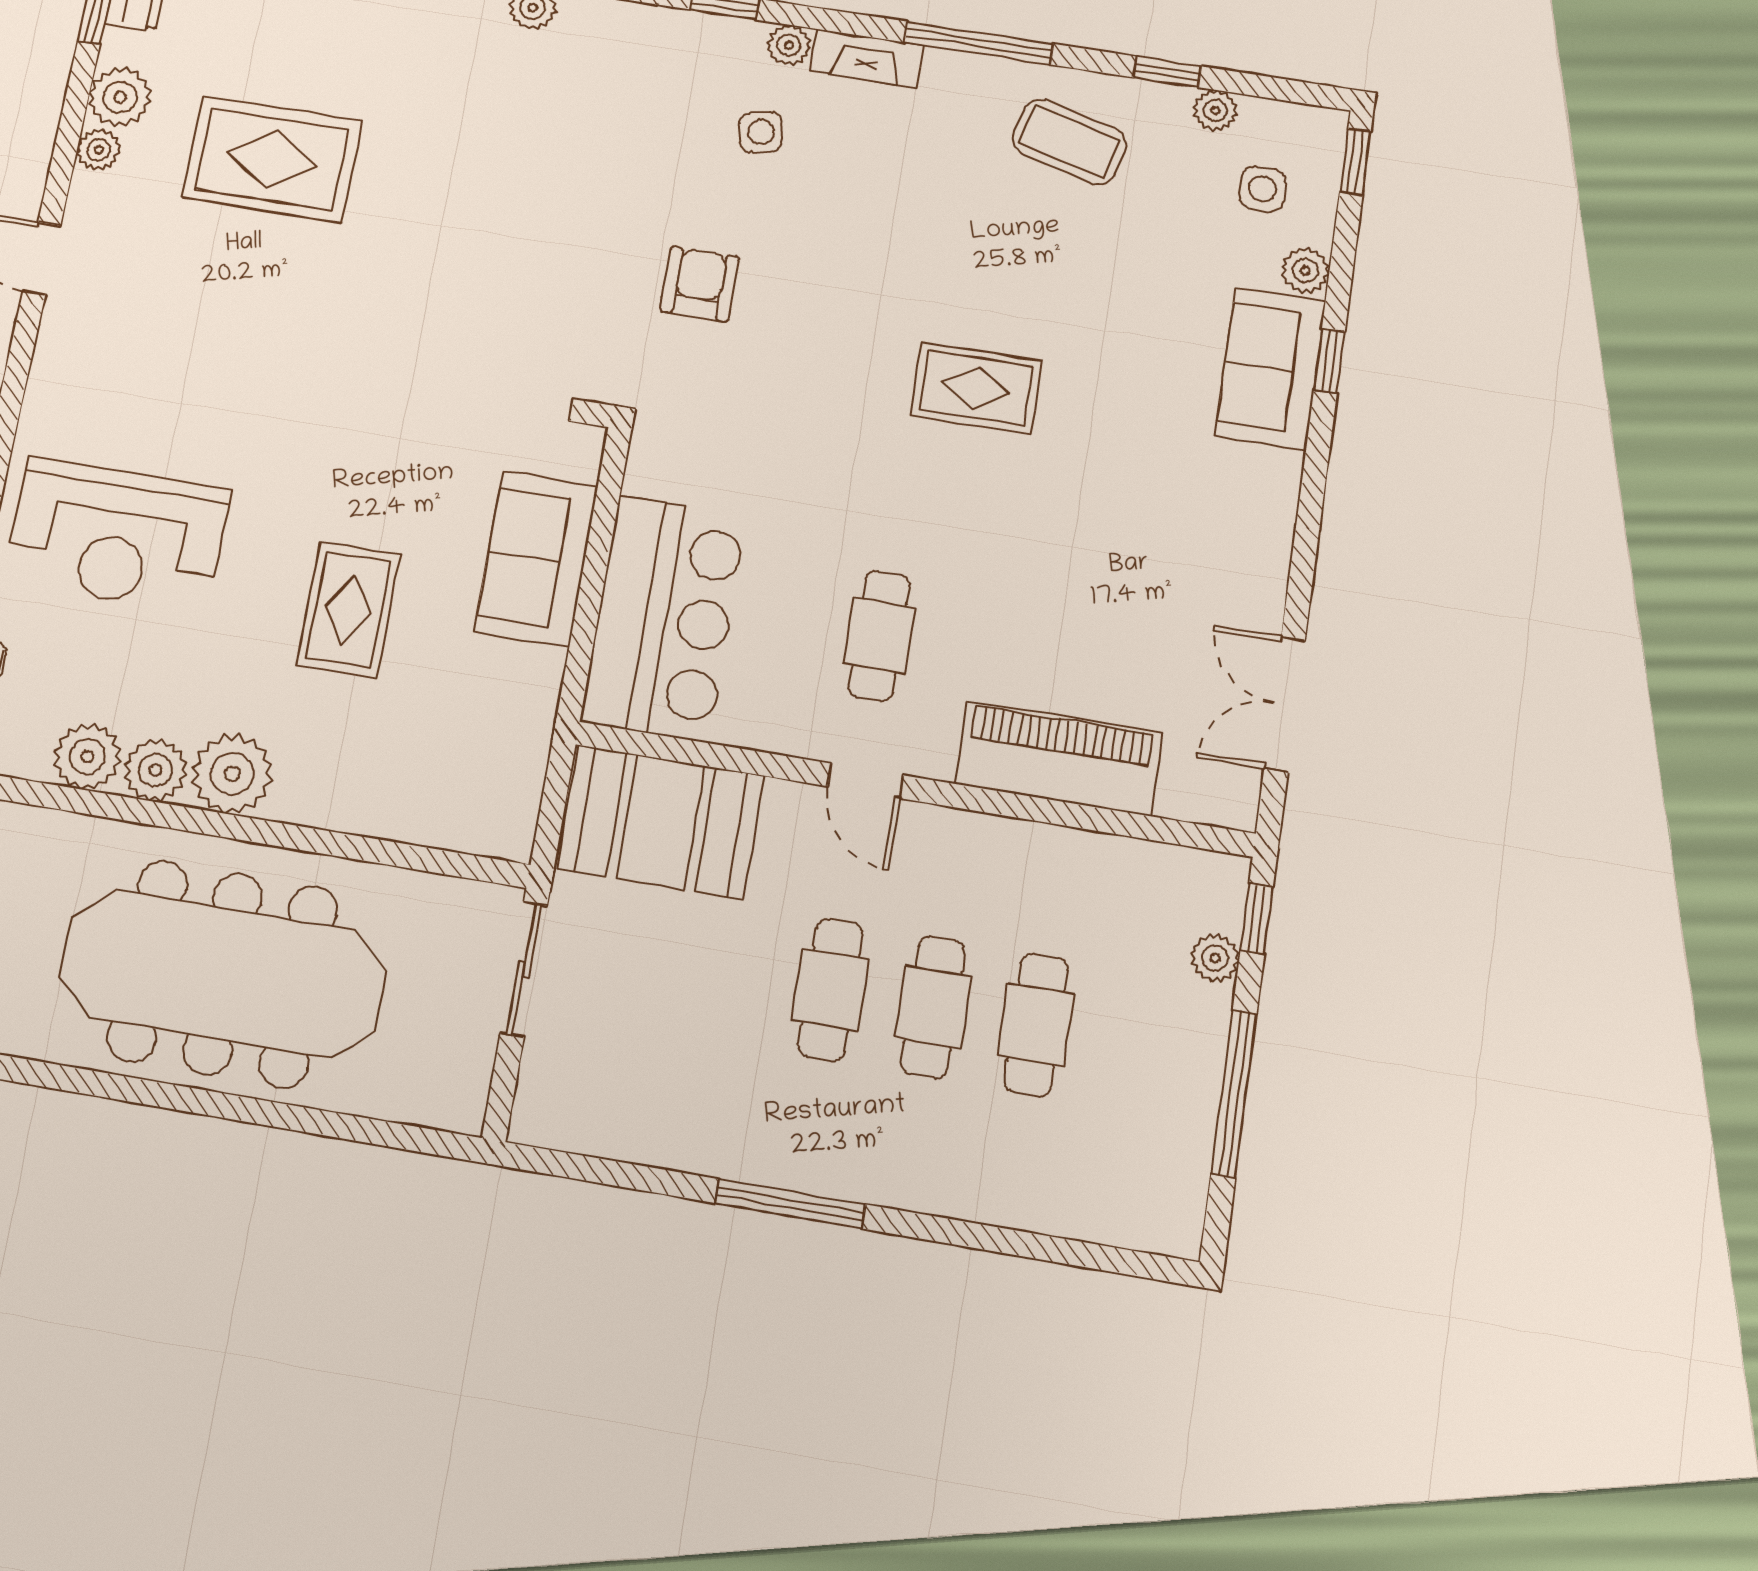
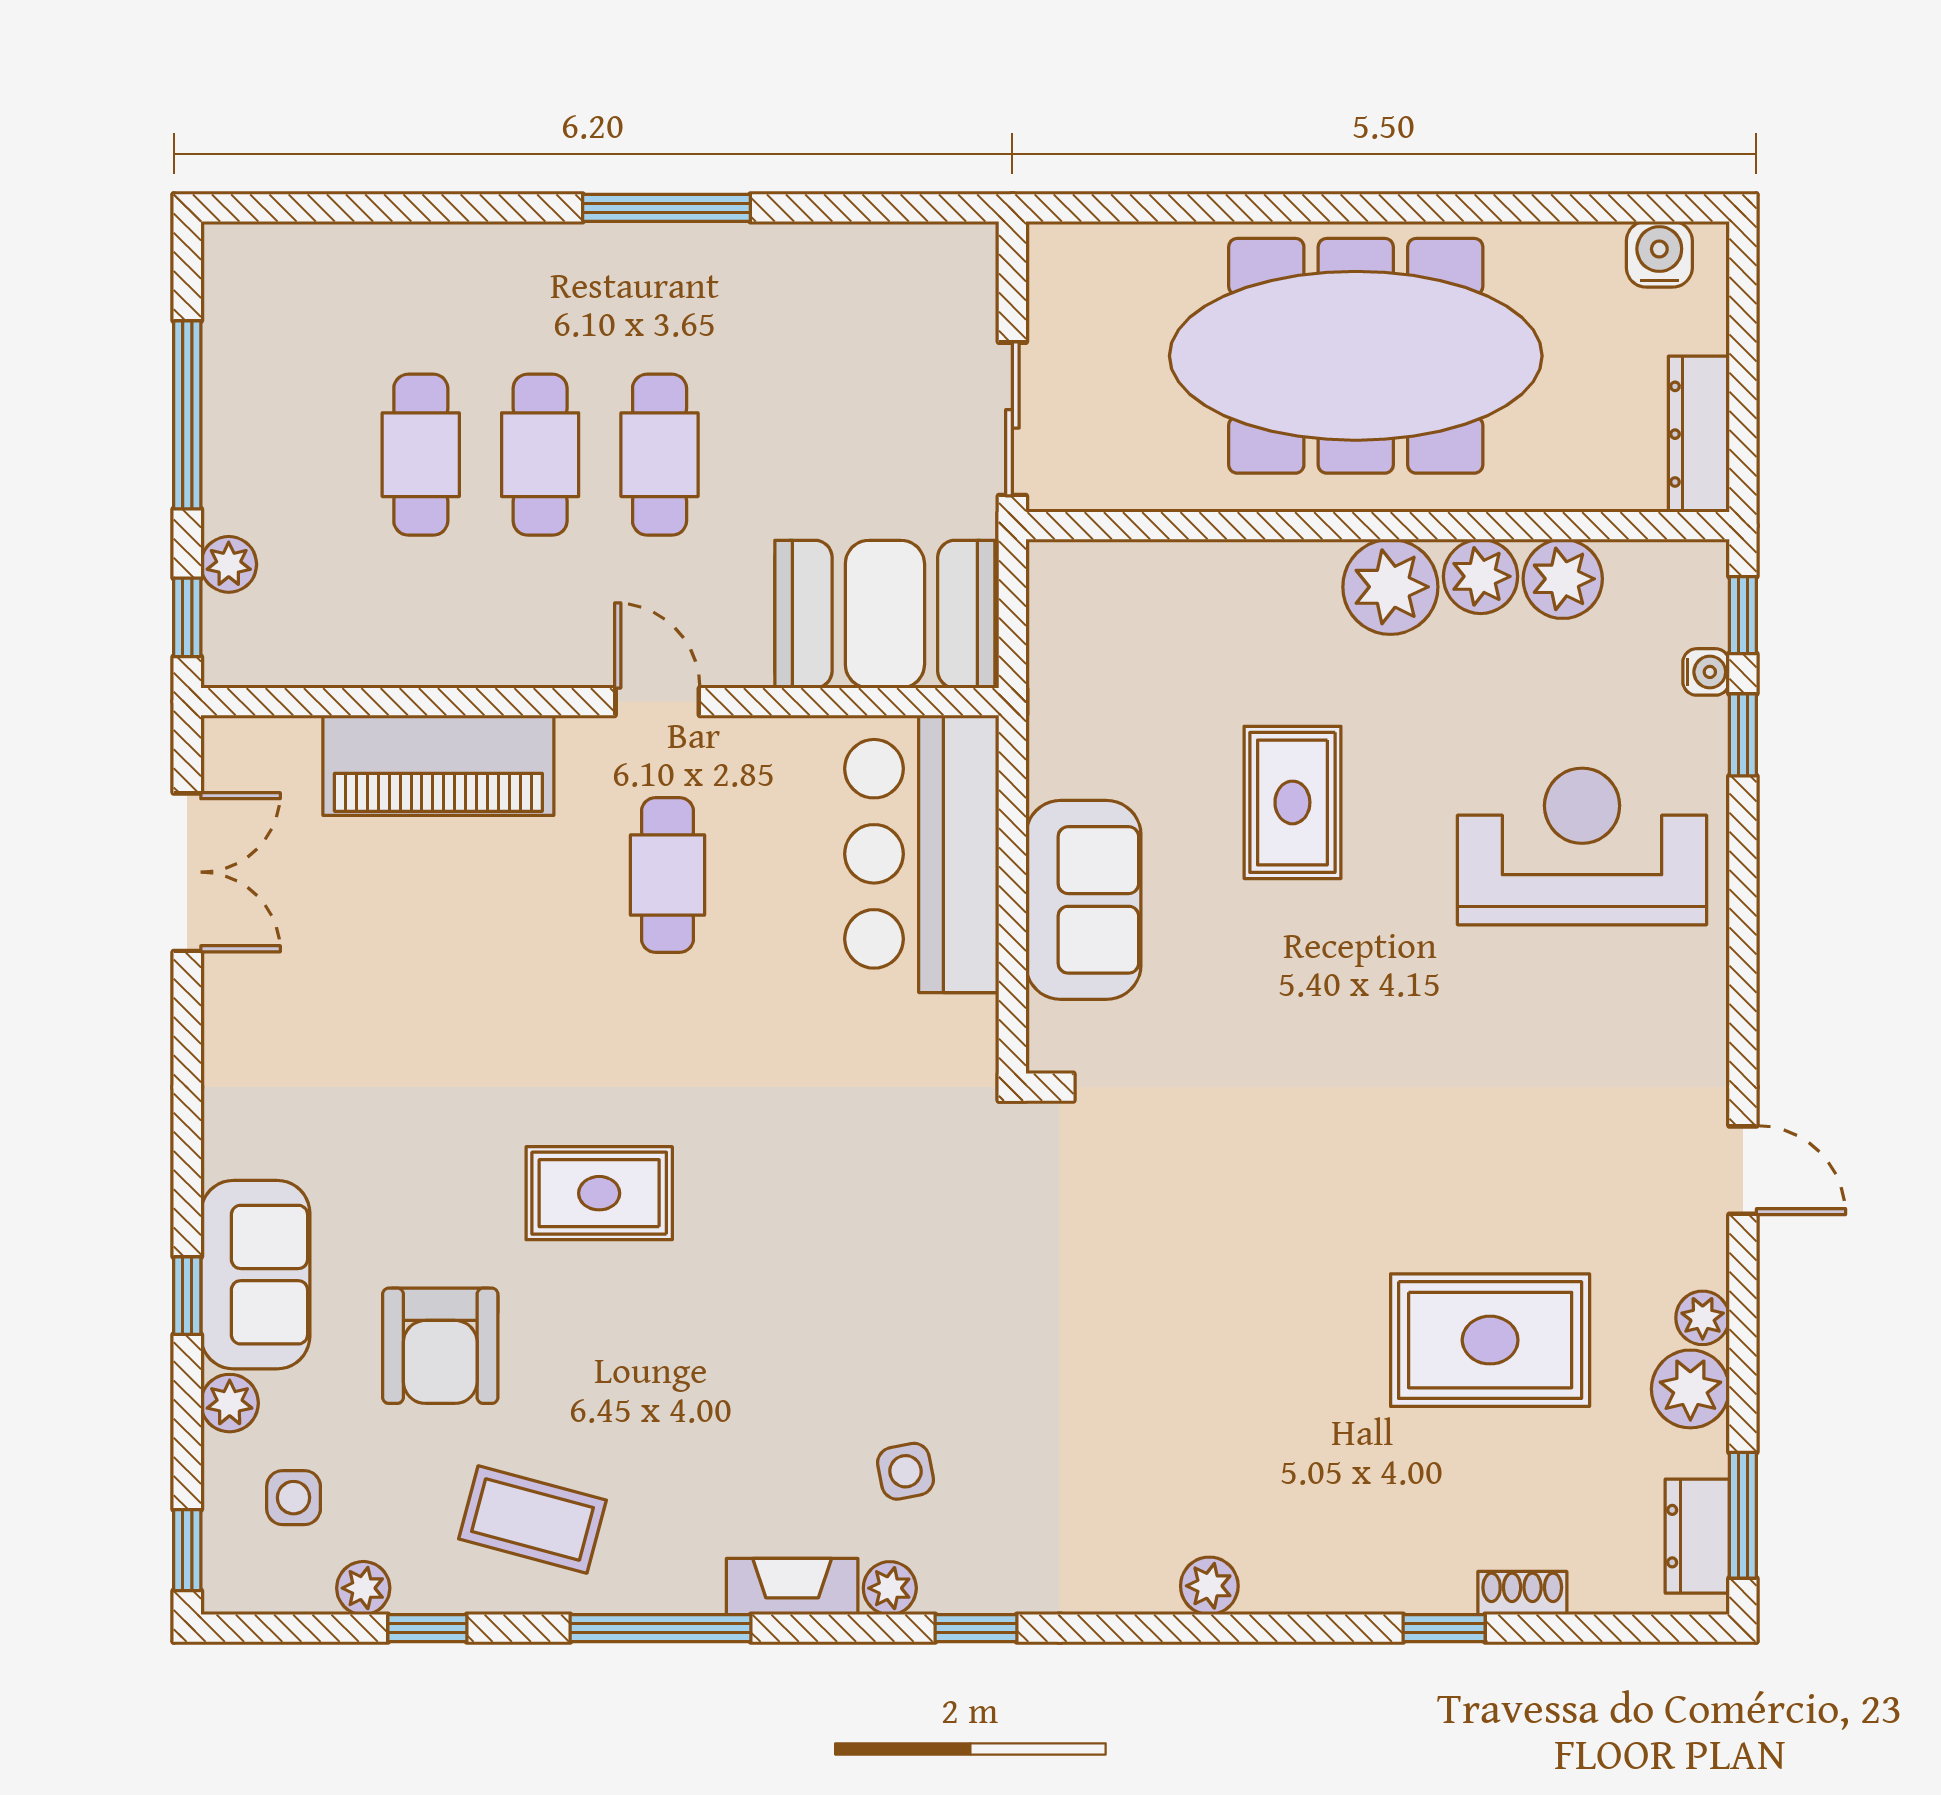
armchair: (700, 284) -> (440, 1346), moved, width x1.38, depth x1.38

